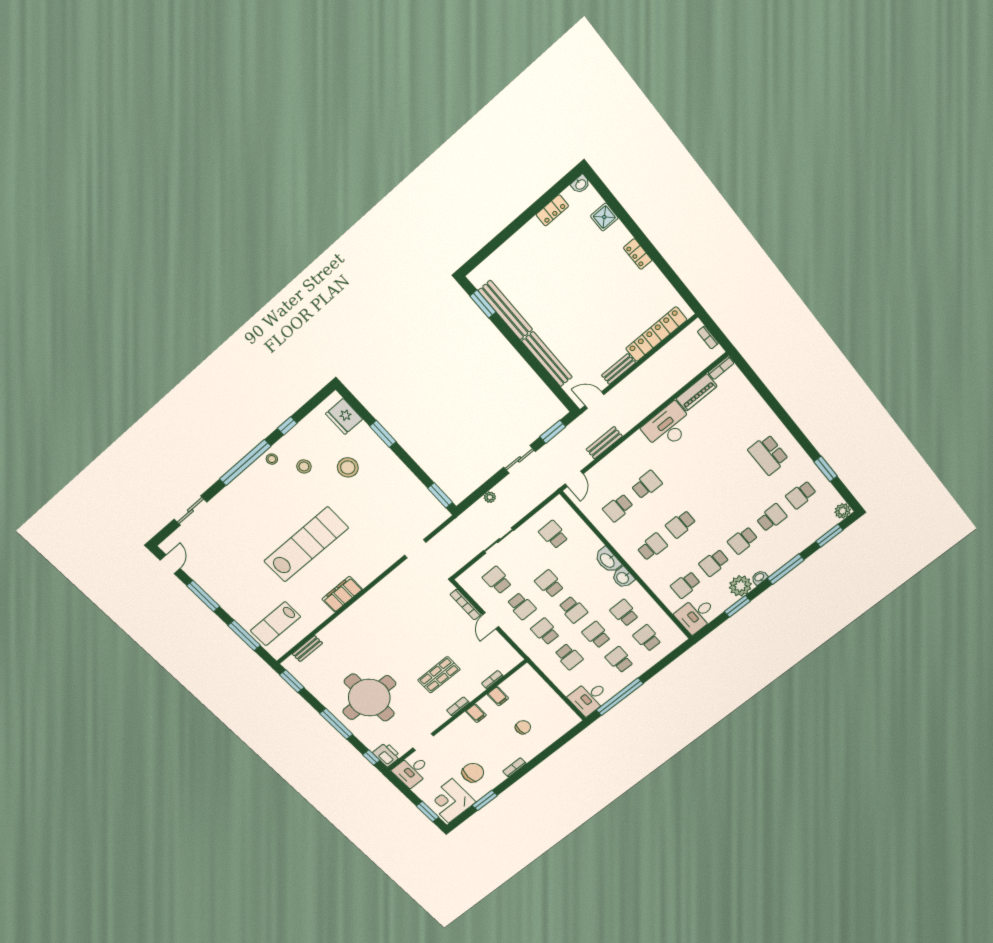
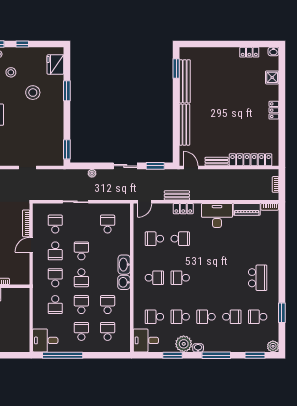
locker: (623, 451) -> (183, 209), added
school desk: (768, 455) -> (258, 278), turned 180

